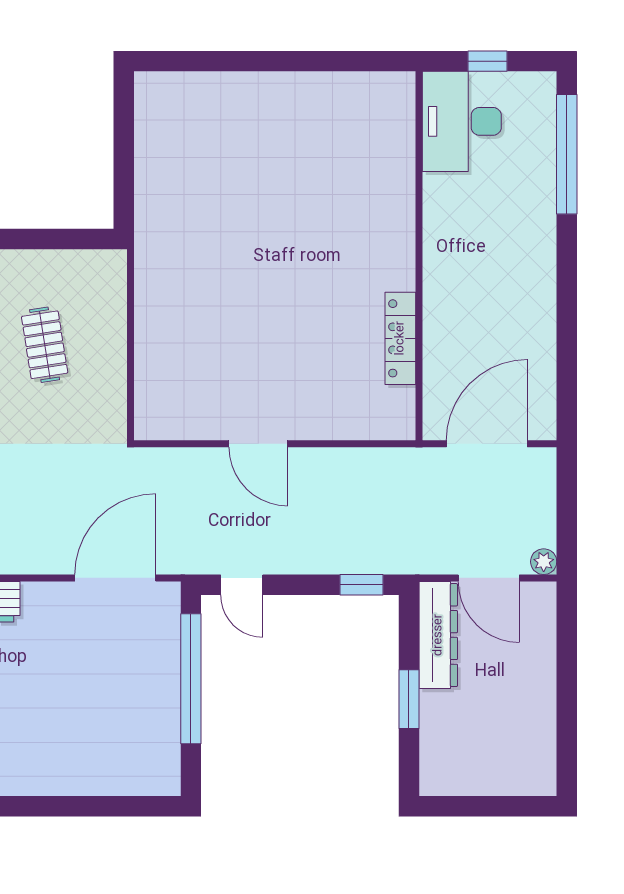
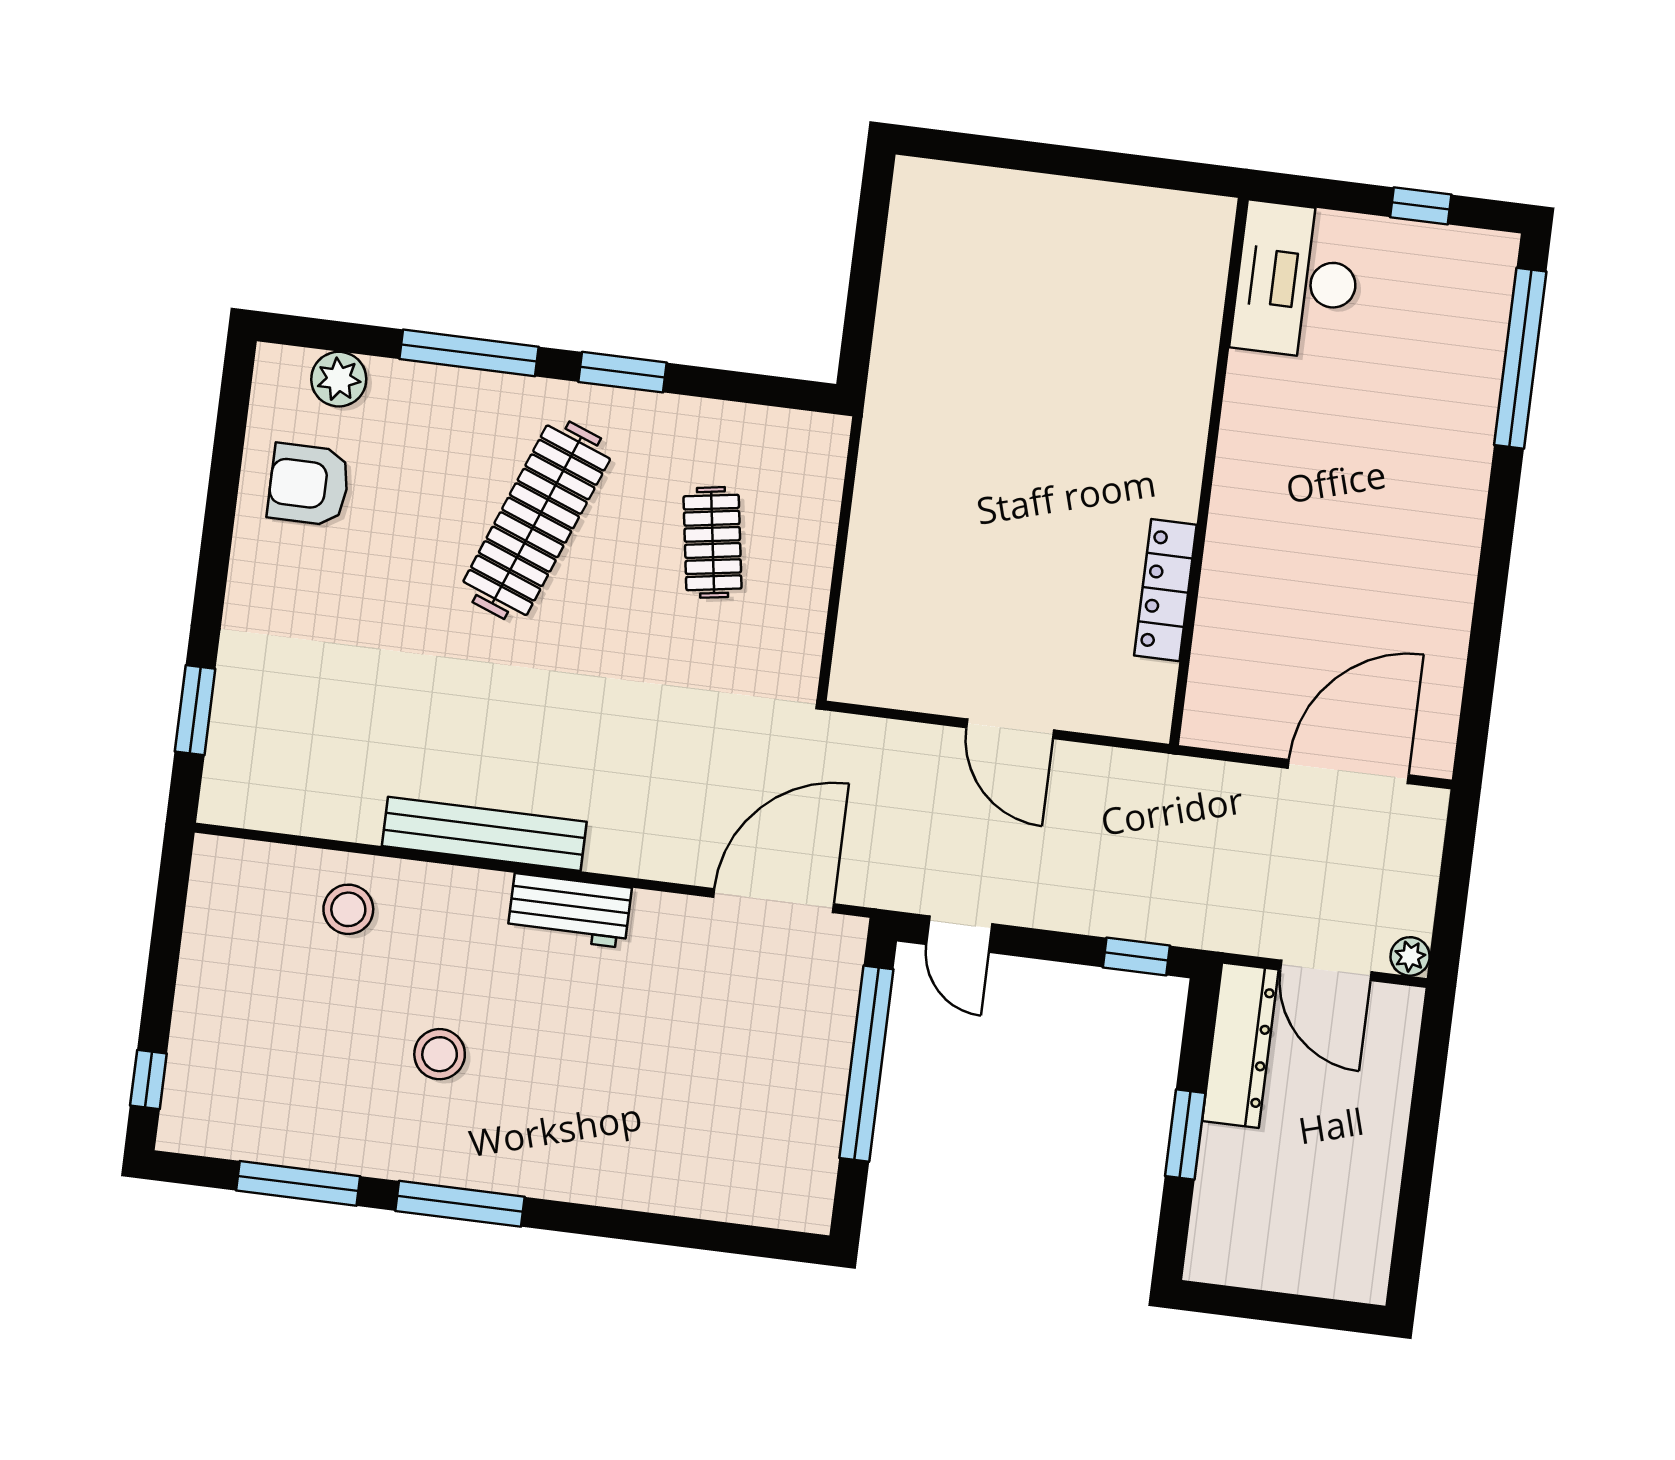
desk: (462, 121) -> (1297, 281), moved
wall: (419, 256) -> (1208, 471), moved
locker: (400, 338) -> (1165, 590), moved

